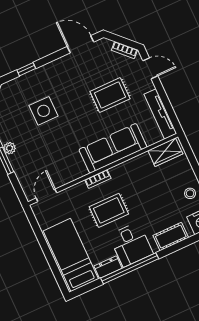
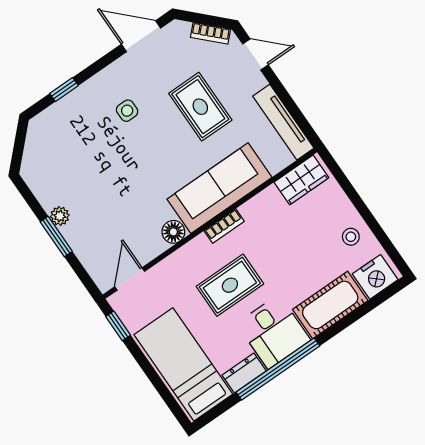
rug: (110, 95) -> (200, 107), turned 90
side table: (44, 111) -> (127, 111), moved, width x0.54, depth x0.54
floor lamp: (79, 171) -> (173, 232), added
bookcase: (98, 179) -> (224, 226), moved
window: (34, 224) -> (118, 326), added
cot: (171, 237) -> (330, 305), width x1.37, depth x1.34

